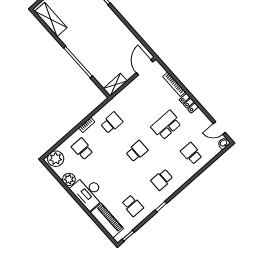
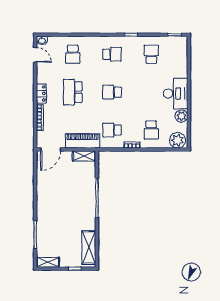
school desk: (166, 125) -> (73, 92), turned 90
piano: (107, 220) -> (83, 141), moved, turned 90

